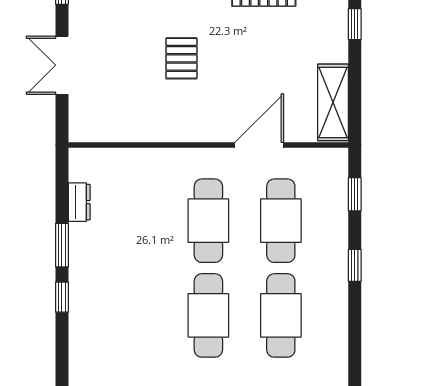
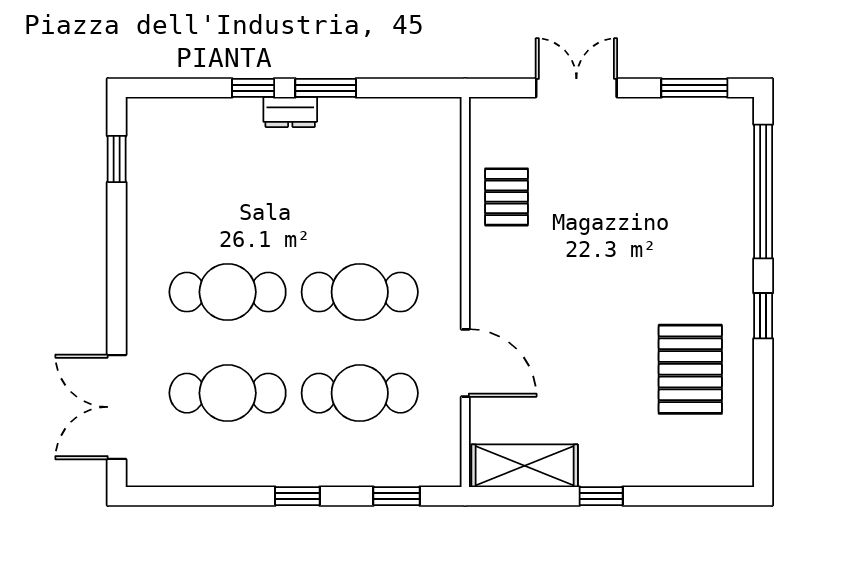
window: (355, 24) -> (601, 496), moved
pallet: (181, 58) -> (506, 197), moved, turned 90
dresser: (79, 202) -> (290, 112), moved

